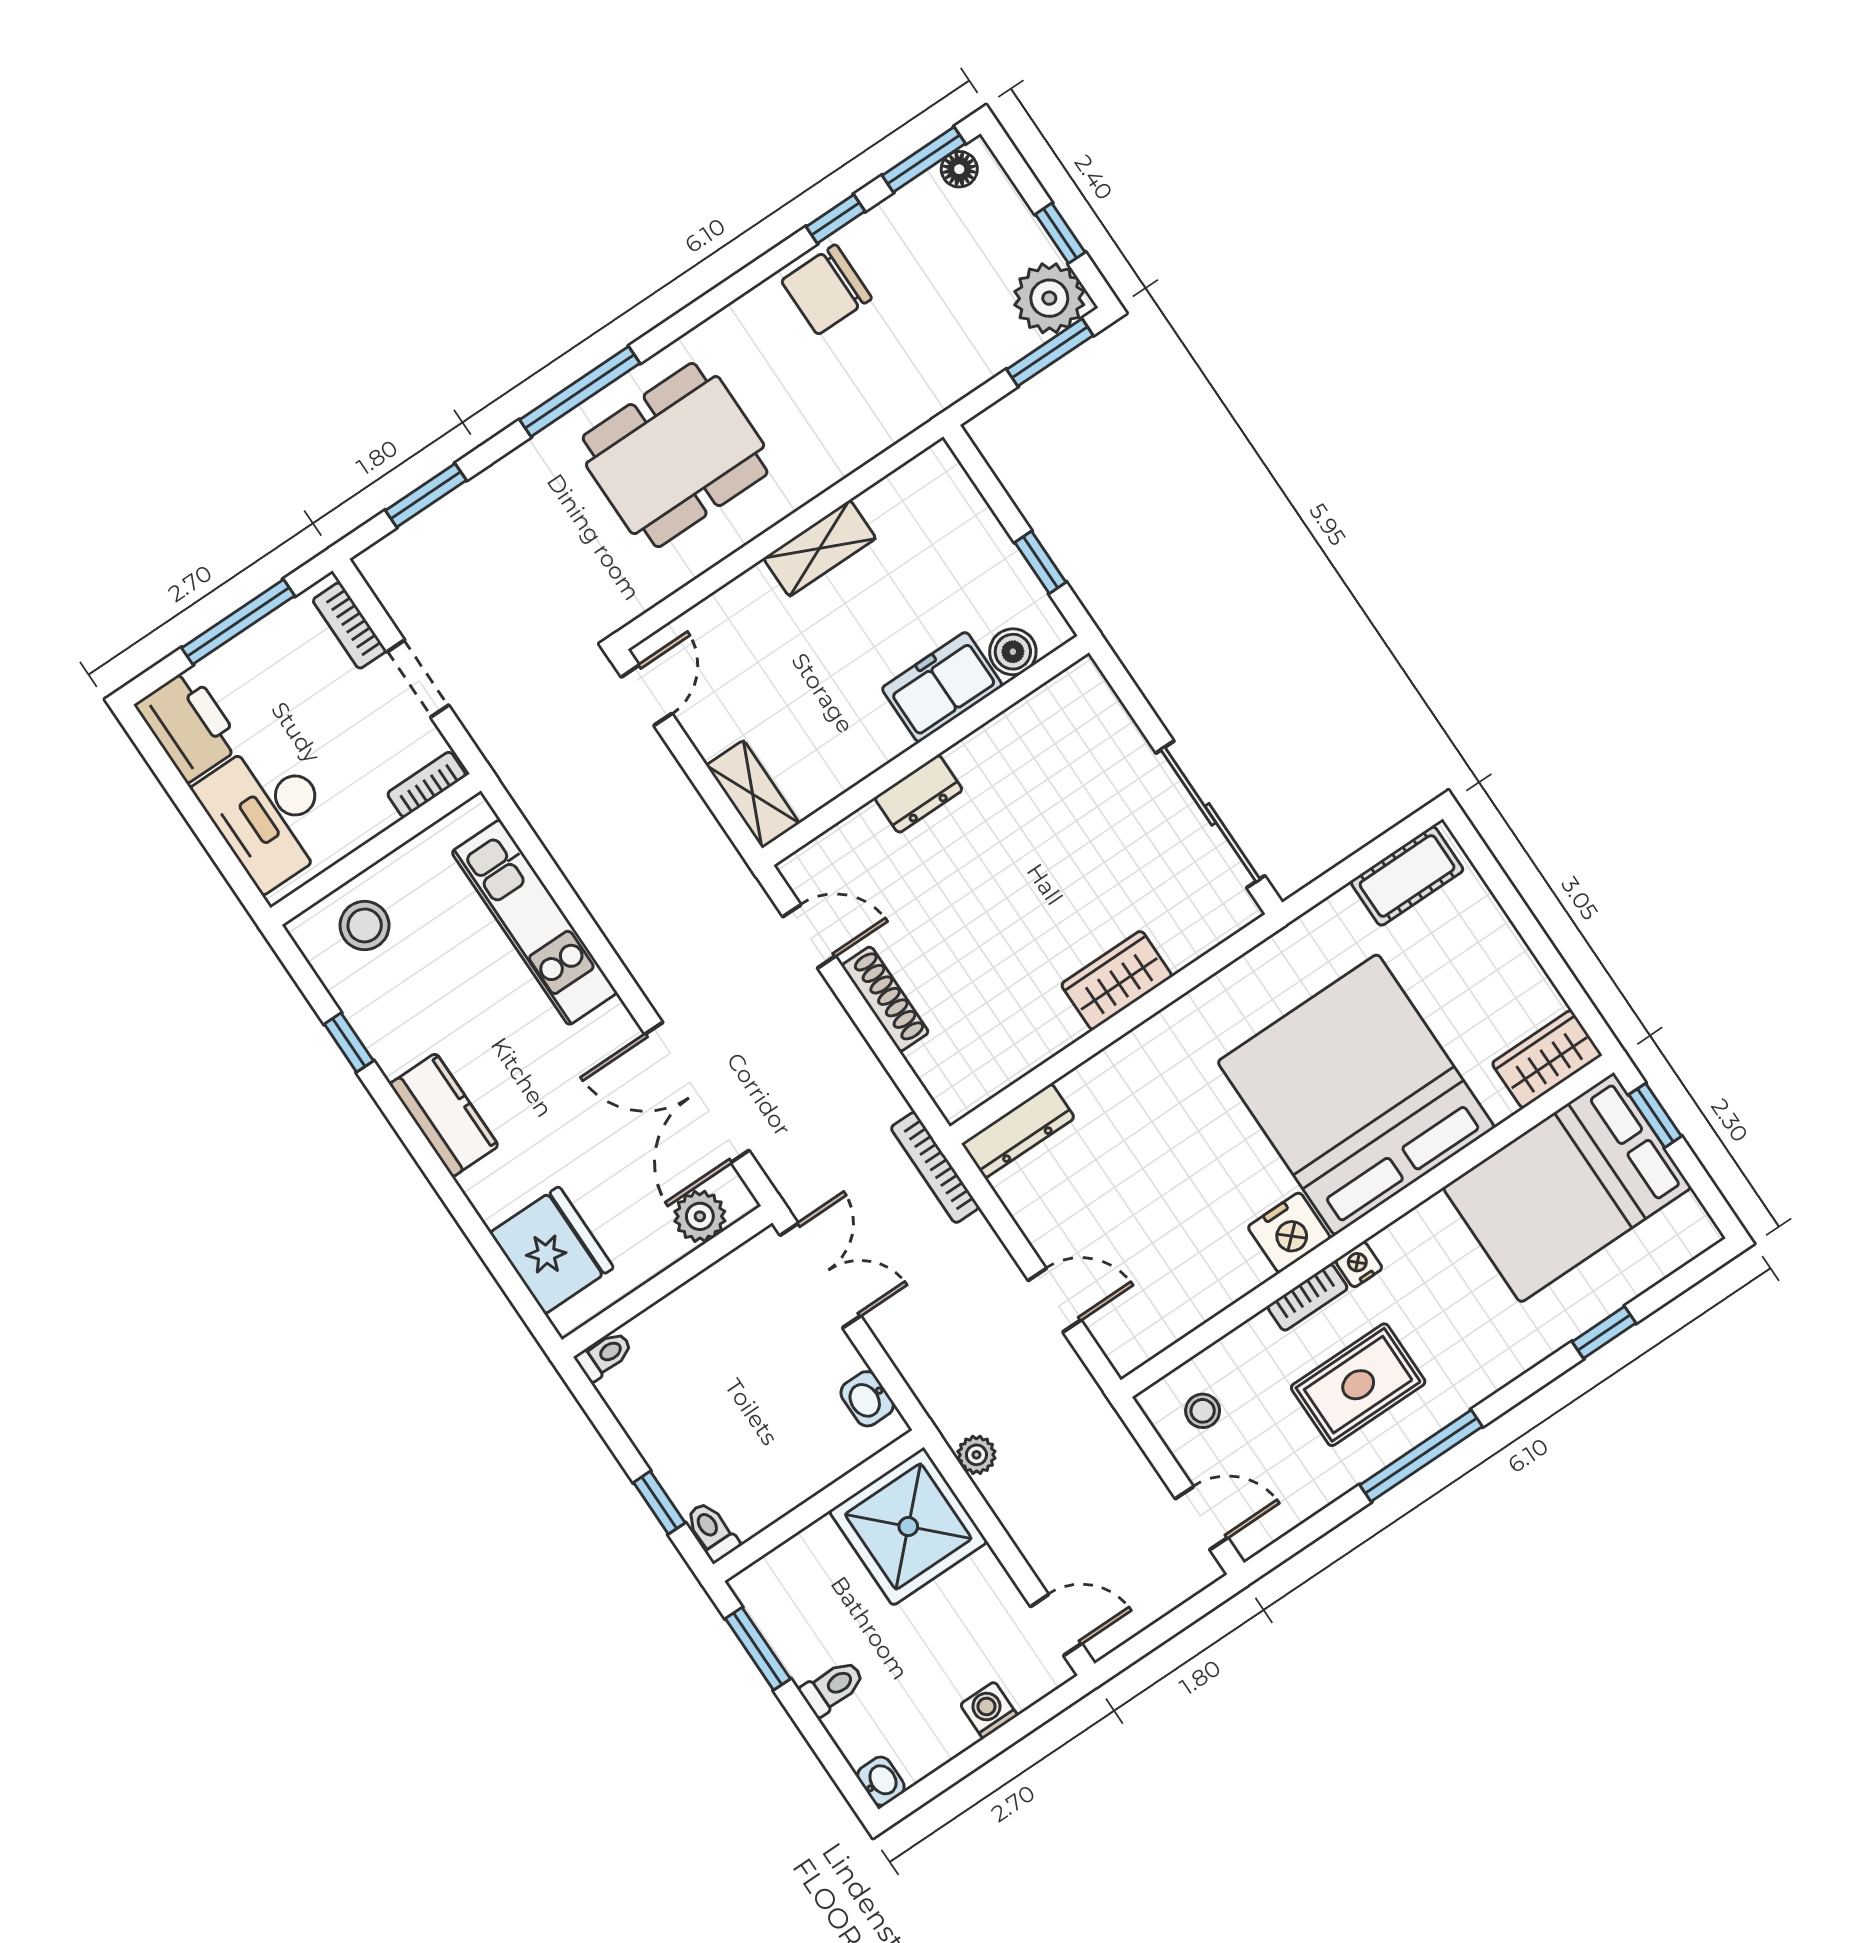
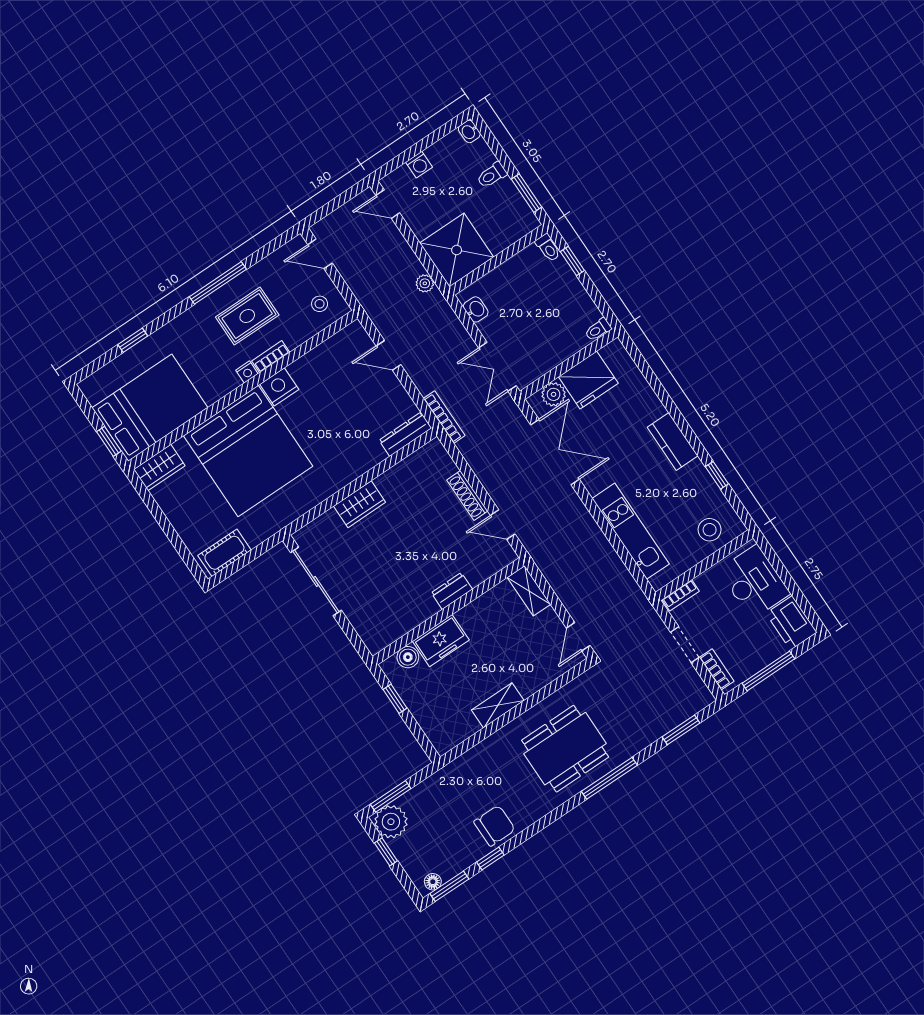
fridge: (552, 1250) -> (588, 380), moved, turned -90

